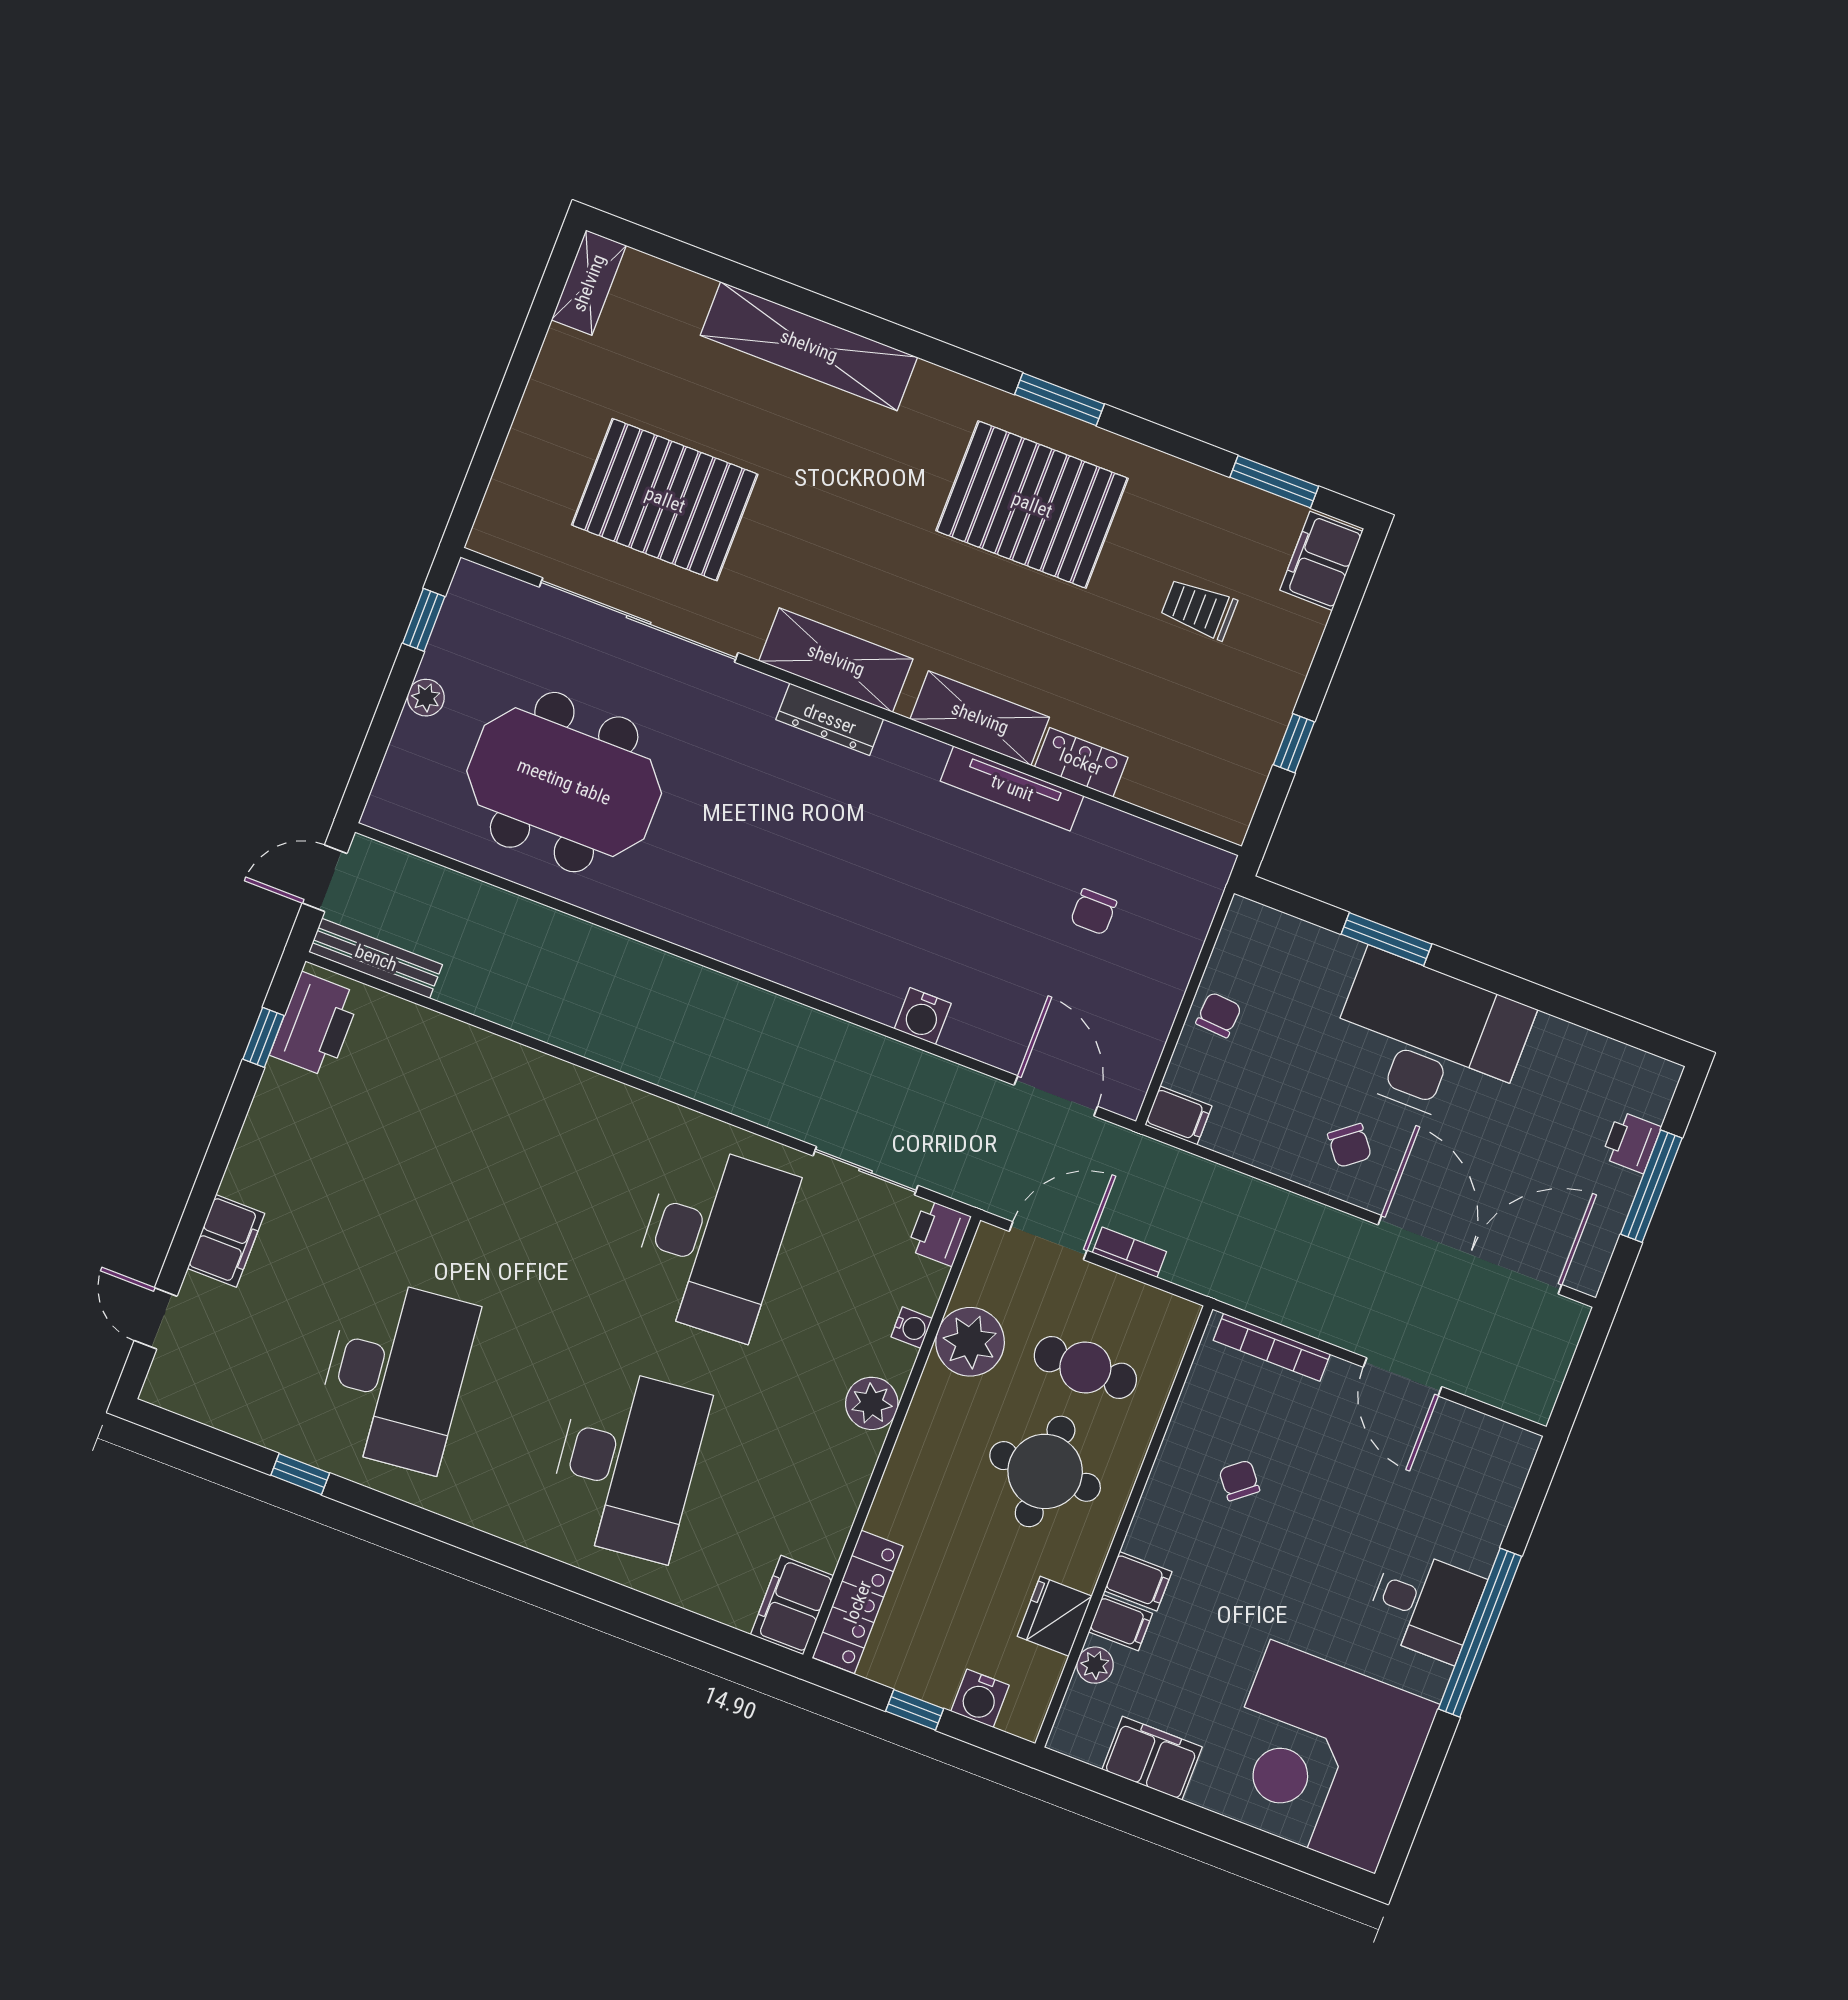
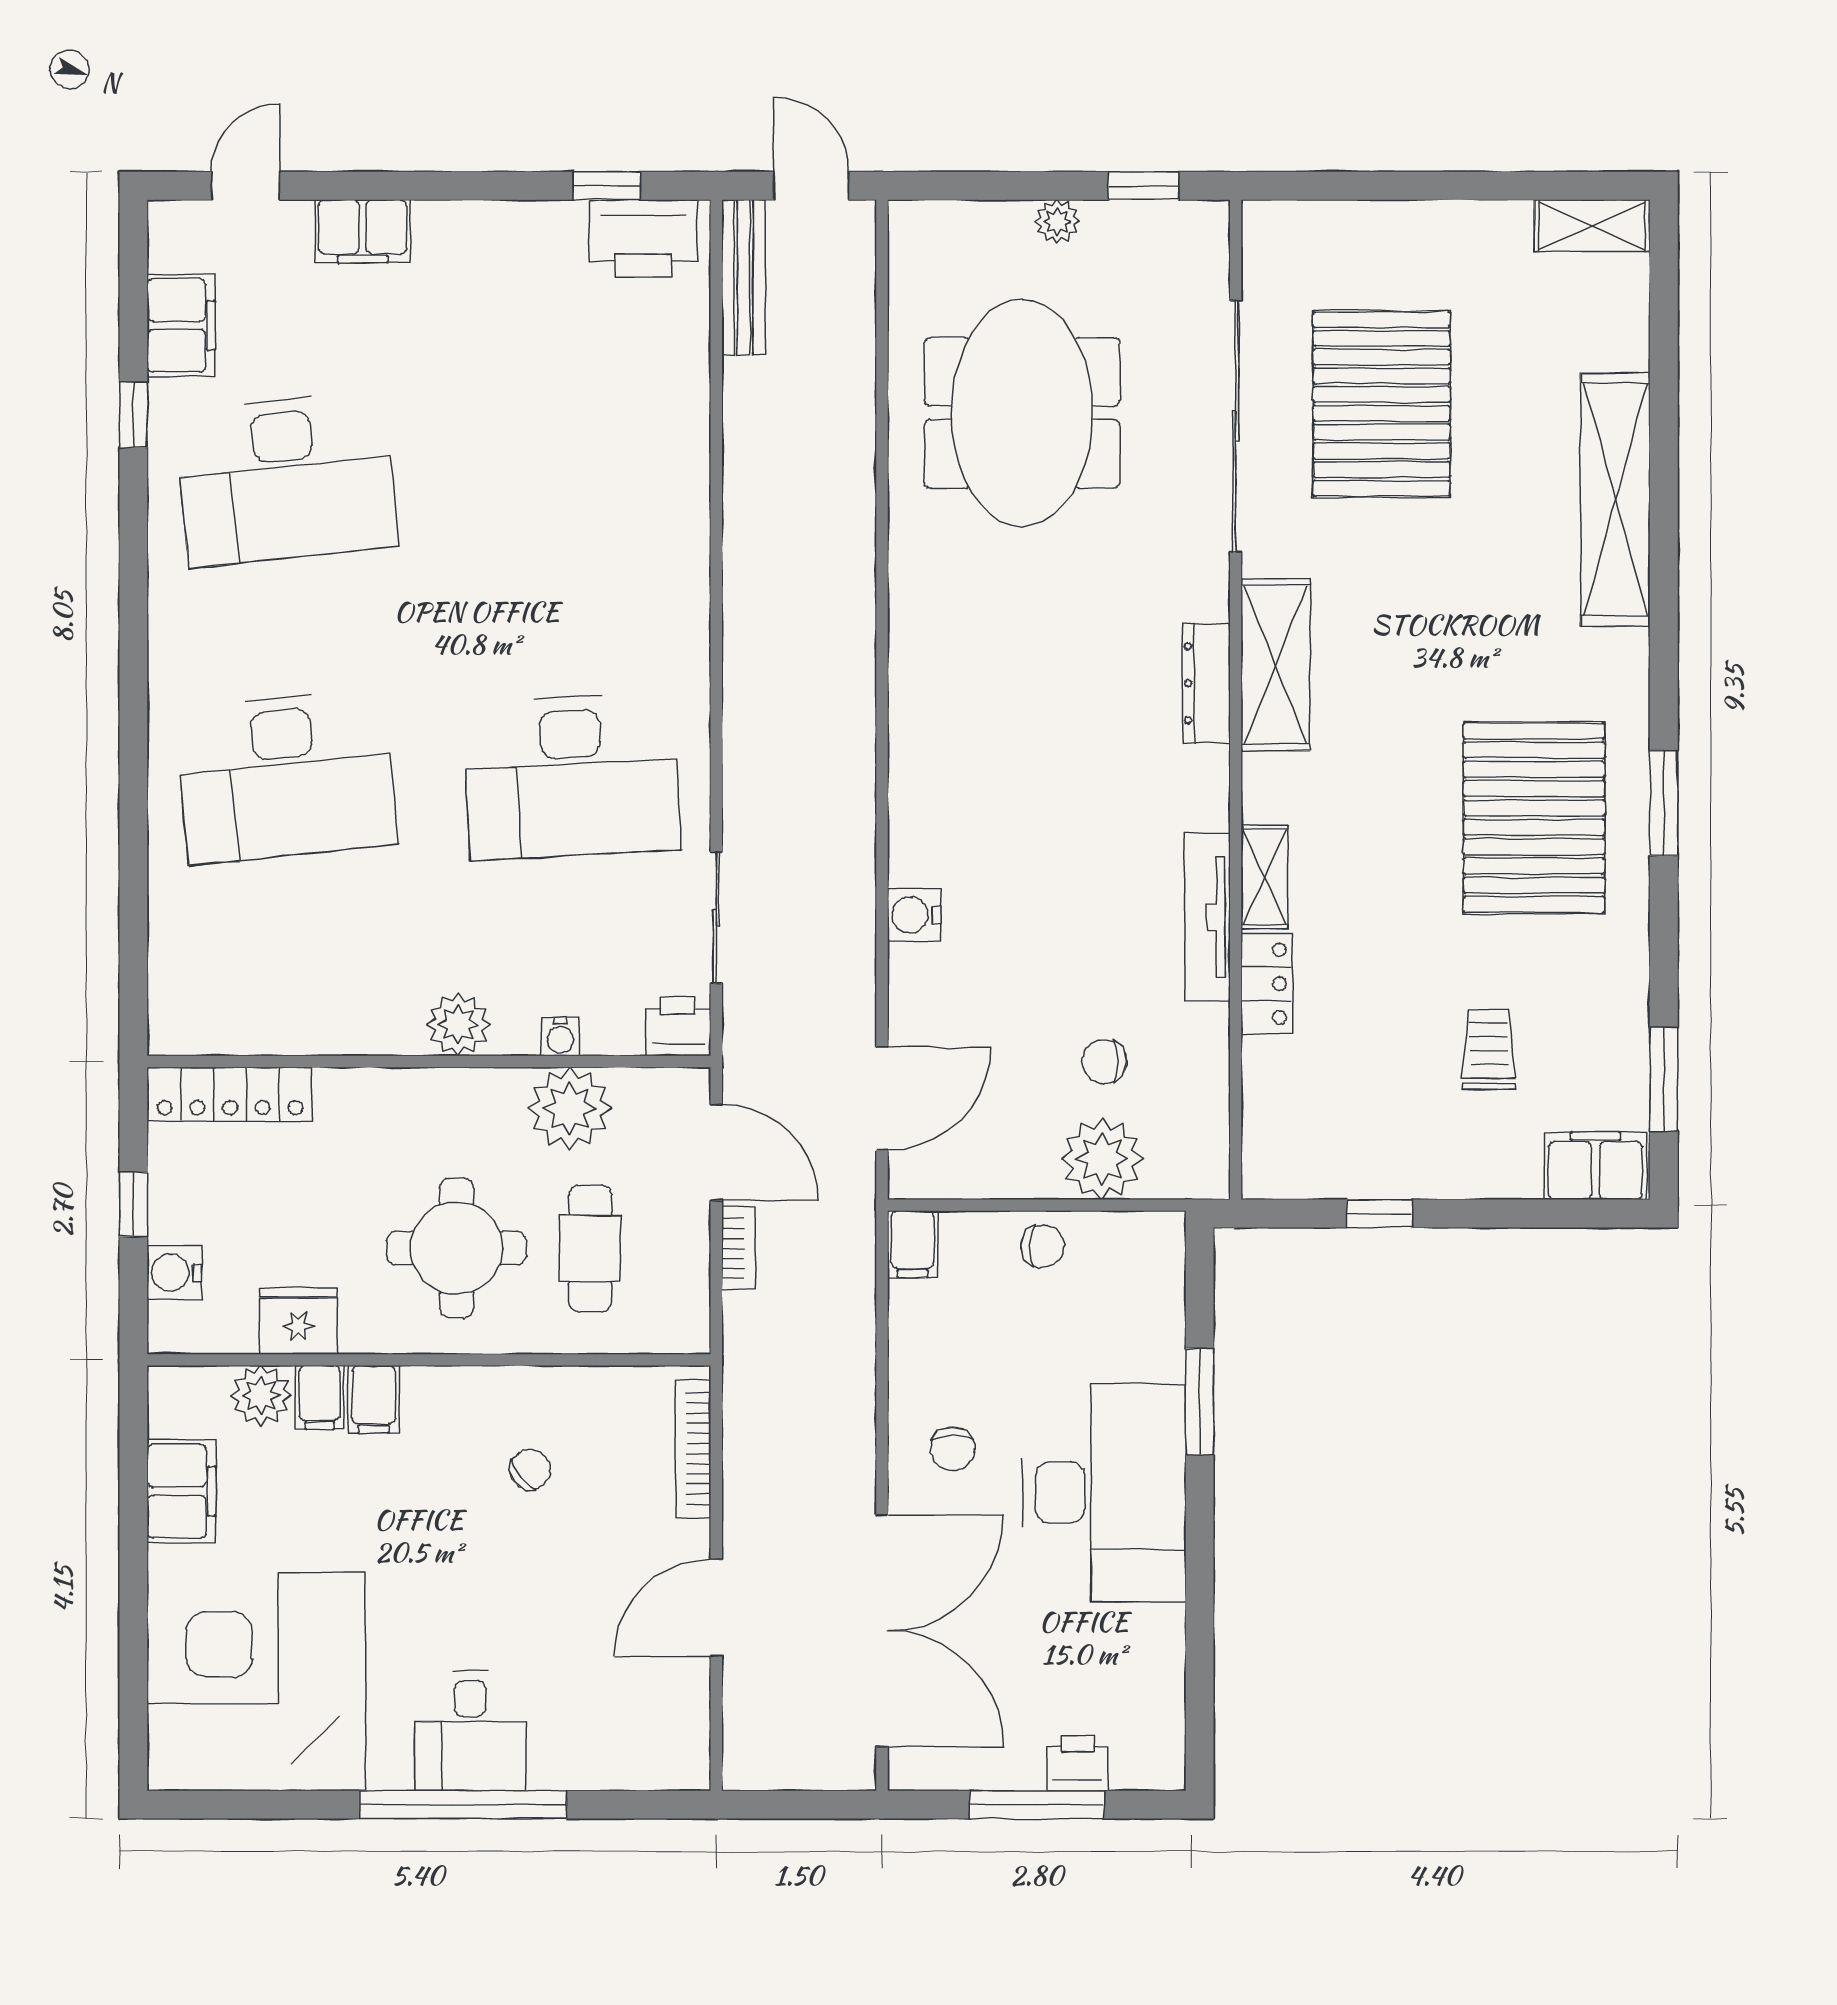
shelving: (980, 718) -> (1264, 877), width x0.67, depth x0.75
plant: (1169, 943) -> (1102, 1159), added
chair: (1350, 1145) -> (953, 1449), turned -52
filing cabinet: (792, 1605) -> (181, 325), moved, turned 90
plant: (1095, 1665) -> (261, 1395), width x1.38, depth x1.38

